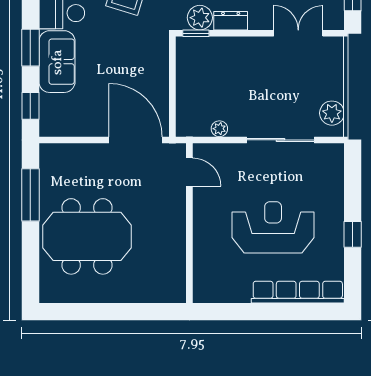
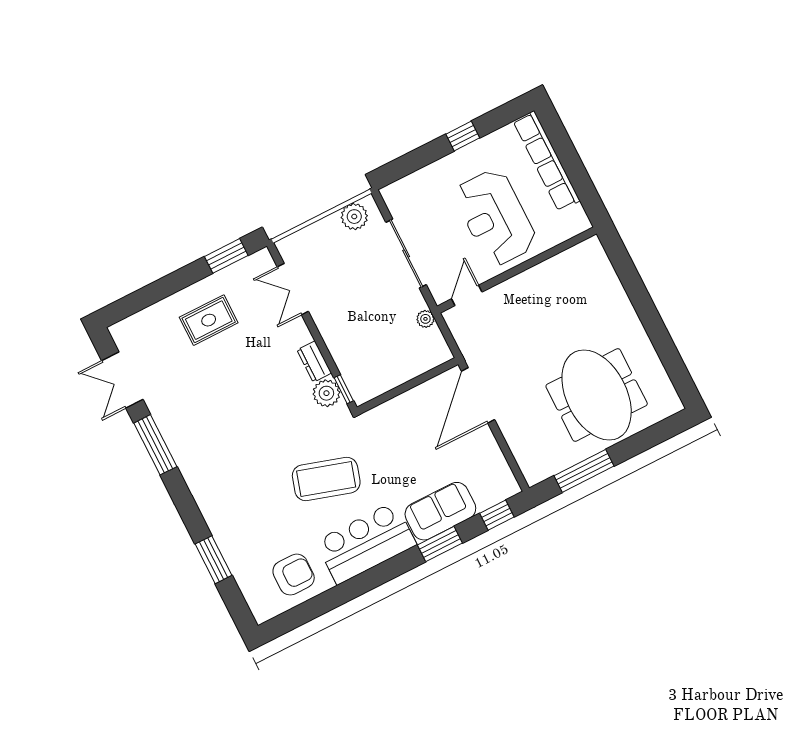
door: (189, 172) -> (467, 295), moved
wall: (189, 223) -> (517, 270), moved

